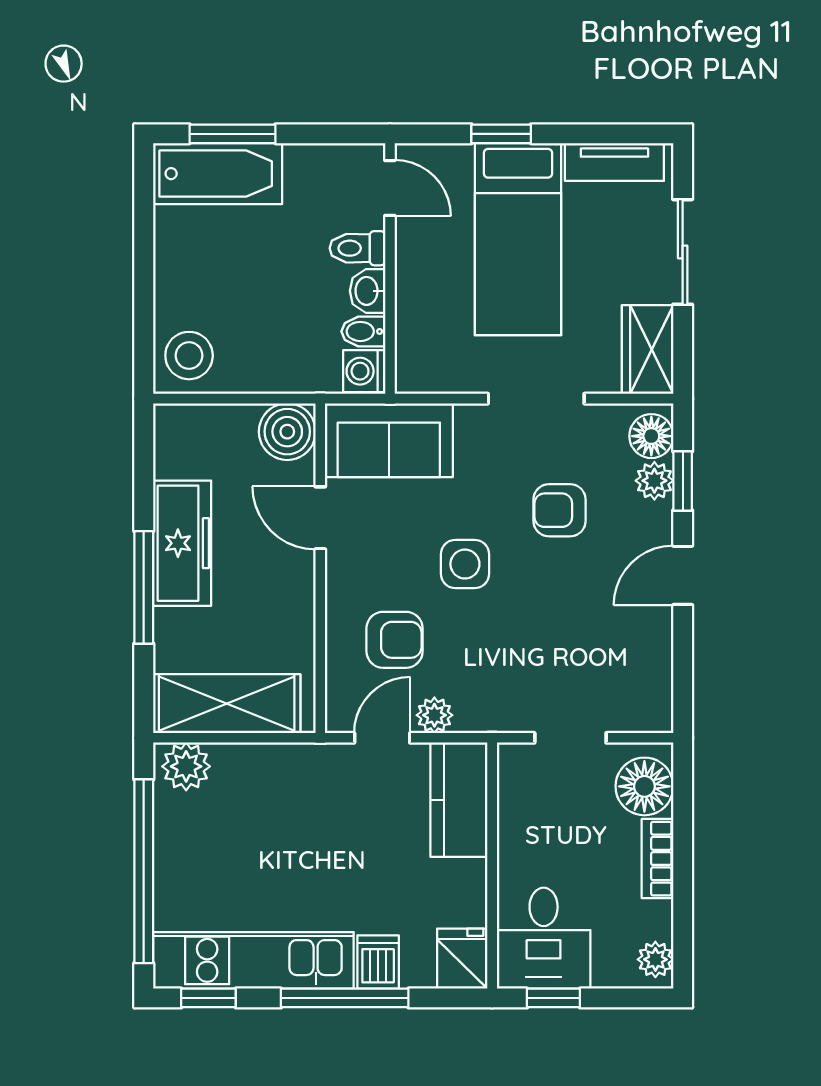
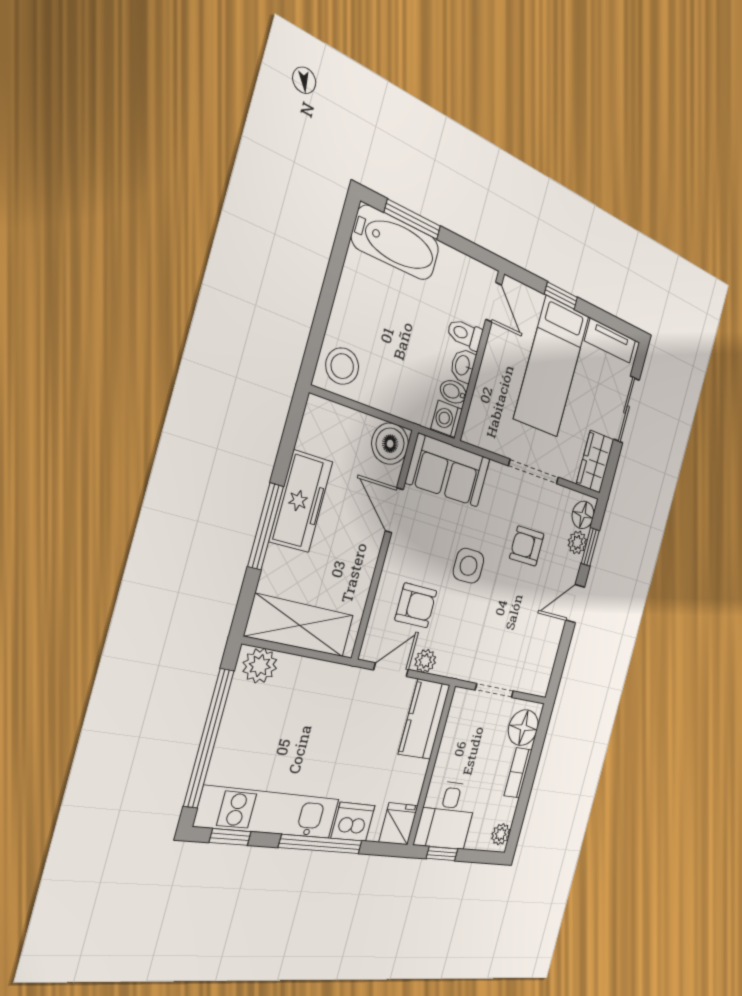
dishwasher: (378, 962) -> (353, 822), width x1.38

